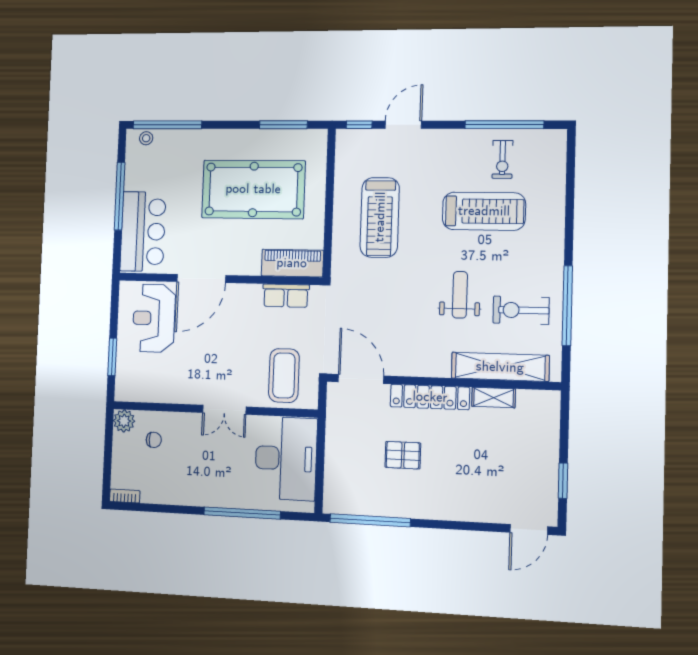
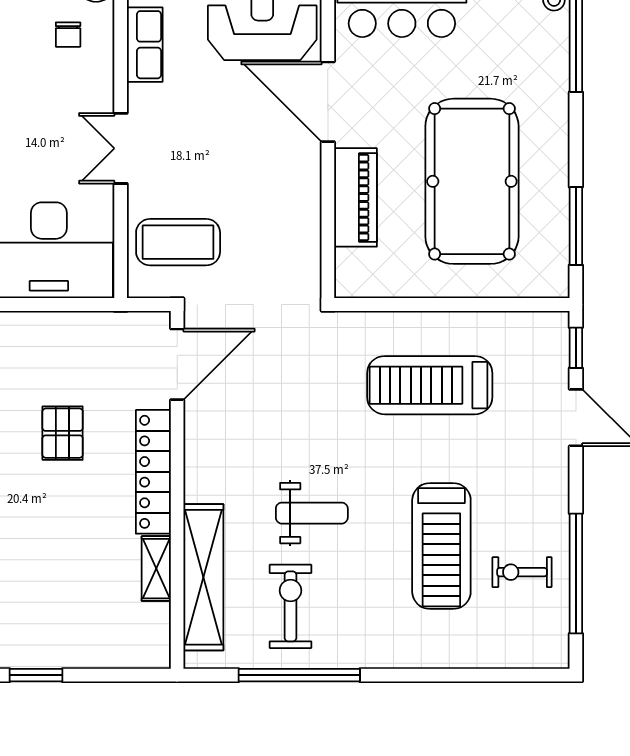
piano: (292, 263) -> (356, 197), moved
row of seats: (286, 296) -> (145, 45), moved, turned 180

